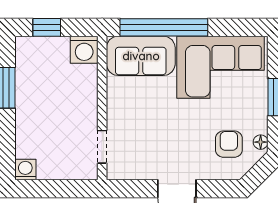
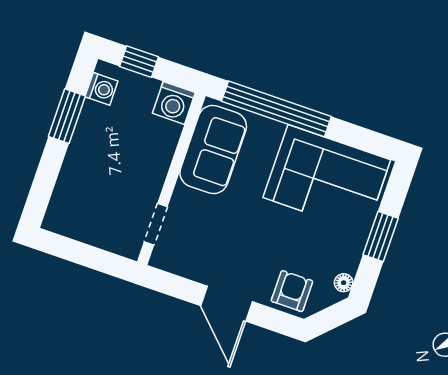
sofa: (141, 56) -> (213, 150), moved, turned -90
armchair: (229, 144) -> (292, 291), moved
washing machine: (25, 170) -> (101, 89), moved, turned 90

